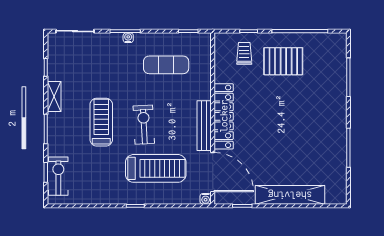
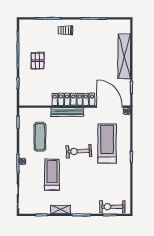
trolley: (244, 53) -> (65, 30), moved
pallet: (283, 61) -> (38, 61), width x0.67, depth x0.71
treadmill: (101, 122) -> (52, 175), moved, turned 90
bench: (204, 126) -> (67, 112), moved
door: (213, 172) -> (110, 107), hinge flipped

